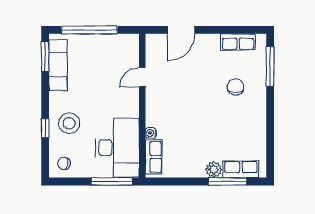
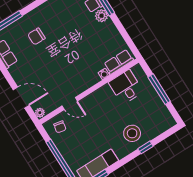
plant: (153, 40) -> (40, 113), added
desk: (117, 148) -> (126, 87), width x0.53, depth x0.77
chair: (64, 163) -> (60, 127), moved
window: (112, 181) -> (159, 89), moved

